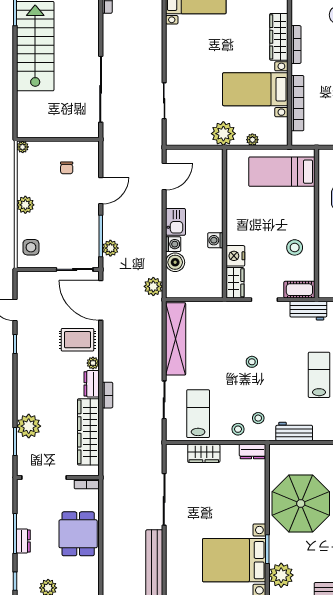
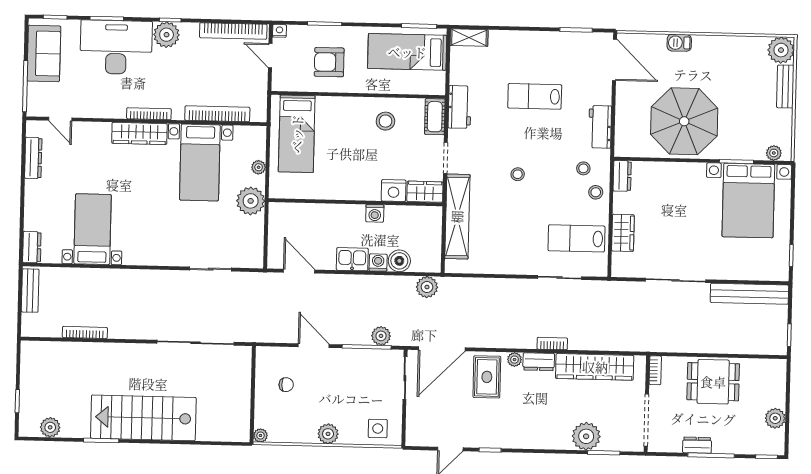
shelving: (176, 339) -> (457, 217), moved, turned 90
dresser: (23, 541) -> (697, 445), moved
plant: (281, 575) -> (774, 153), width x0.53, depth x0.53

